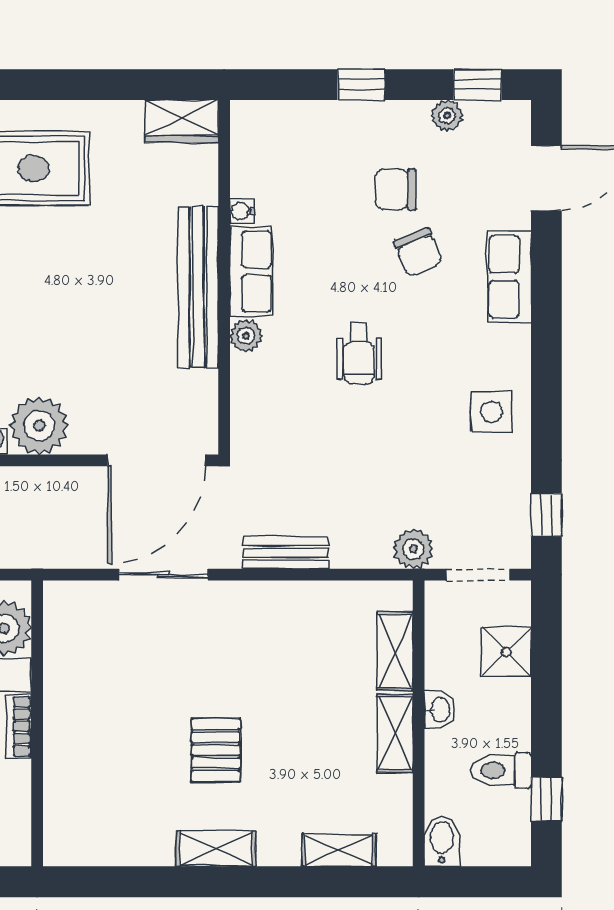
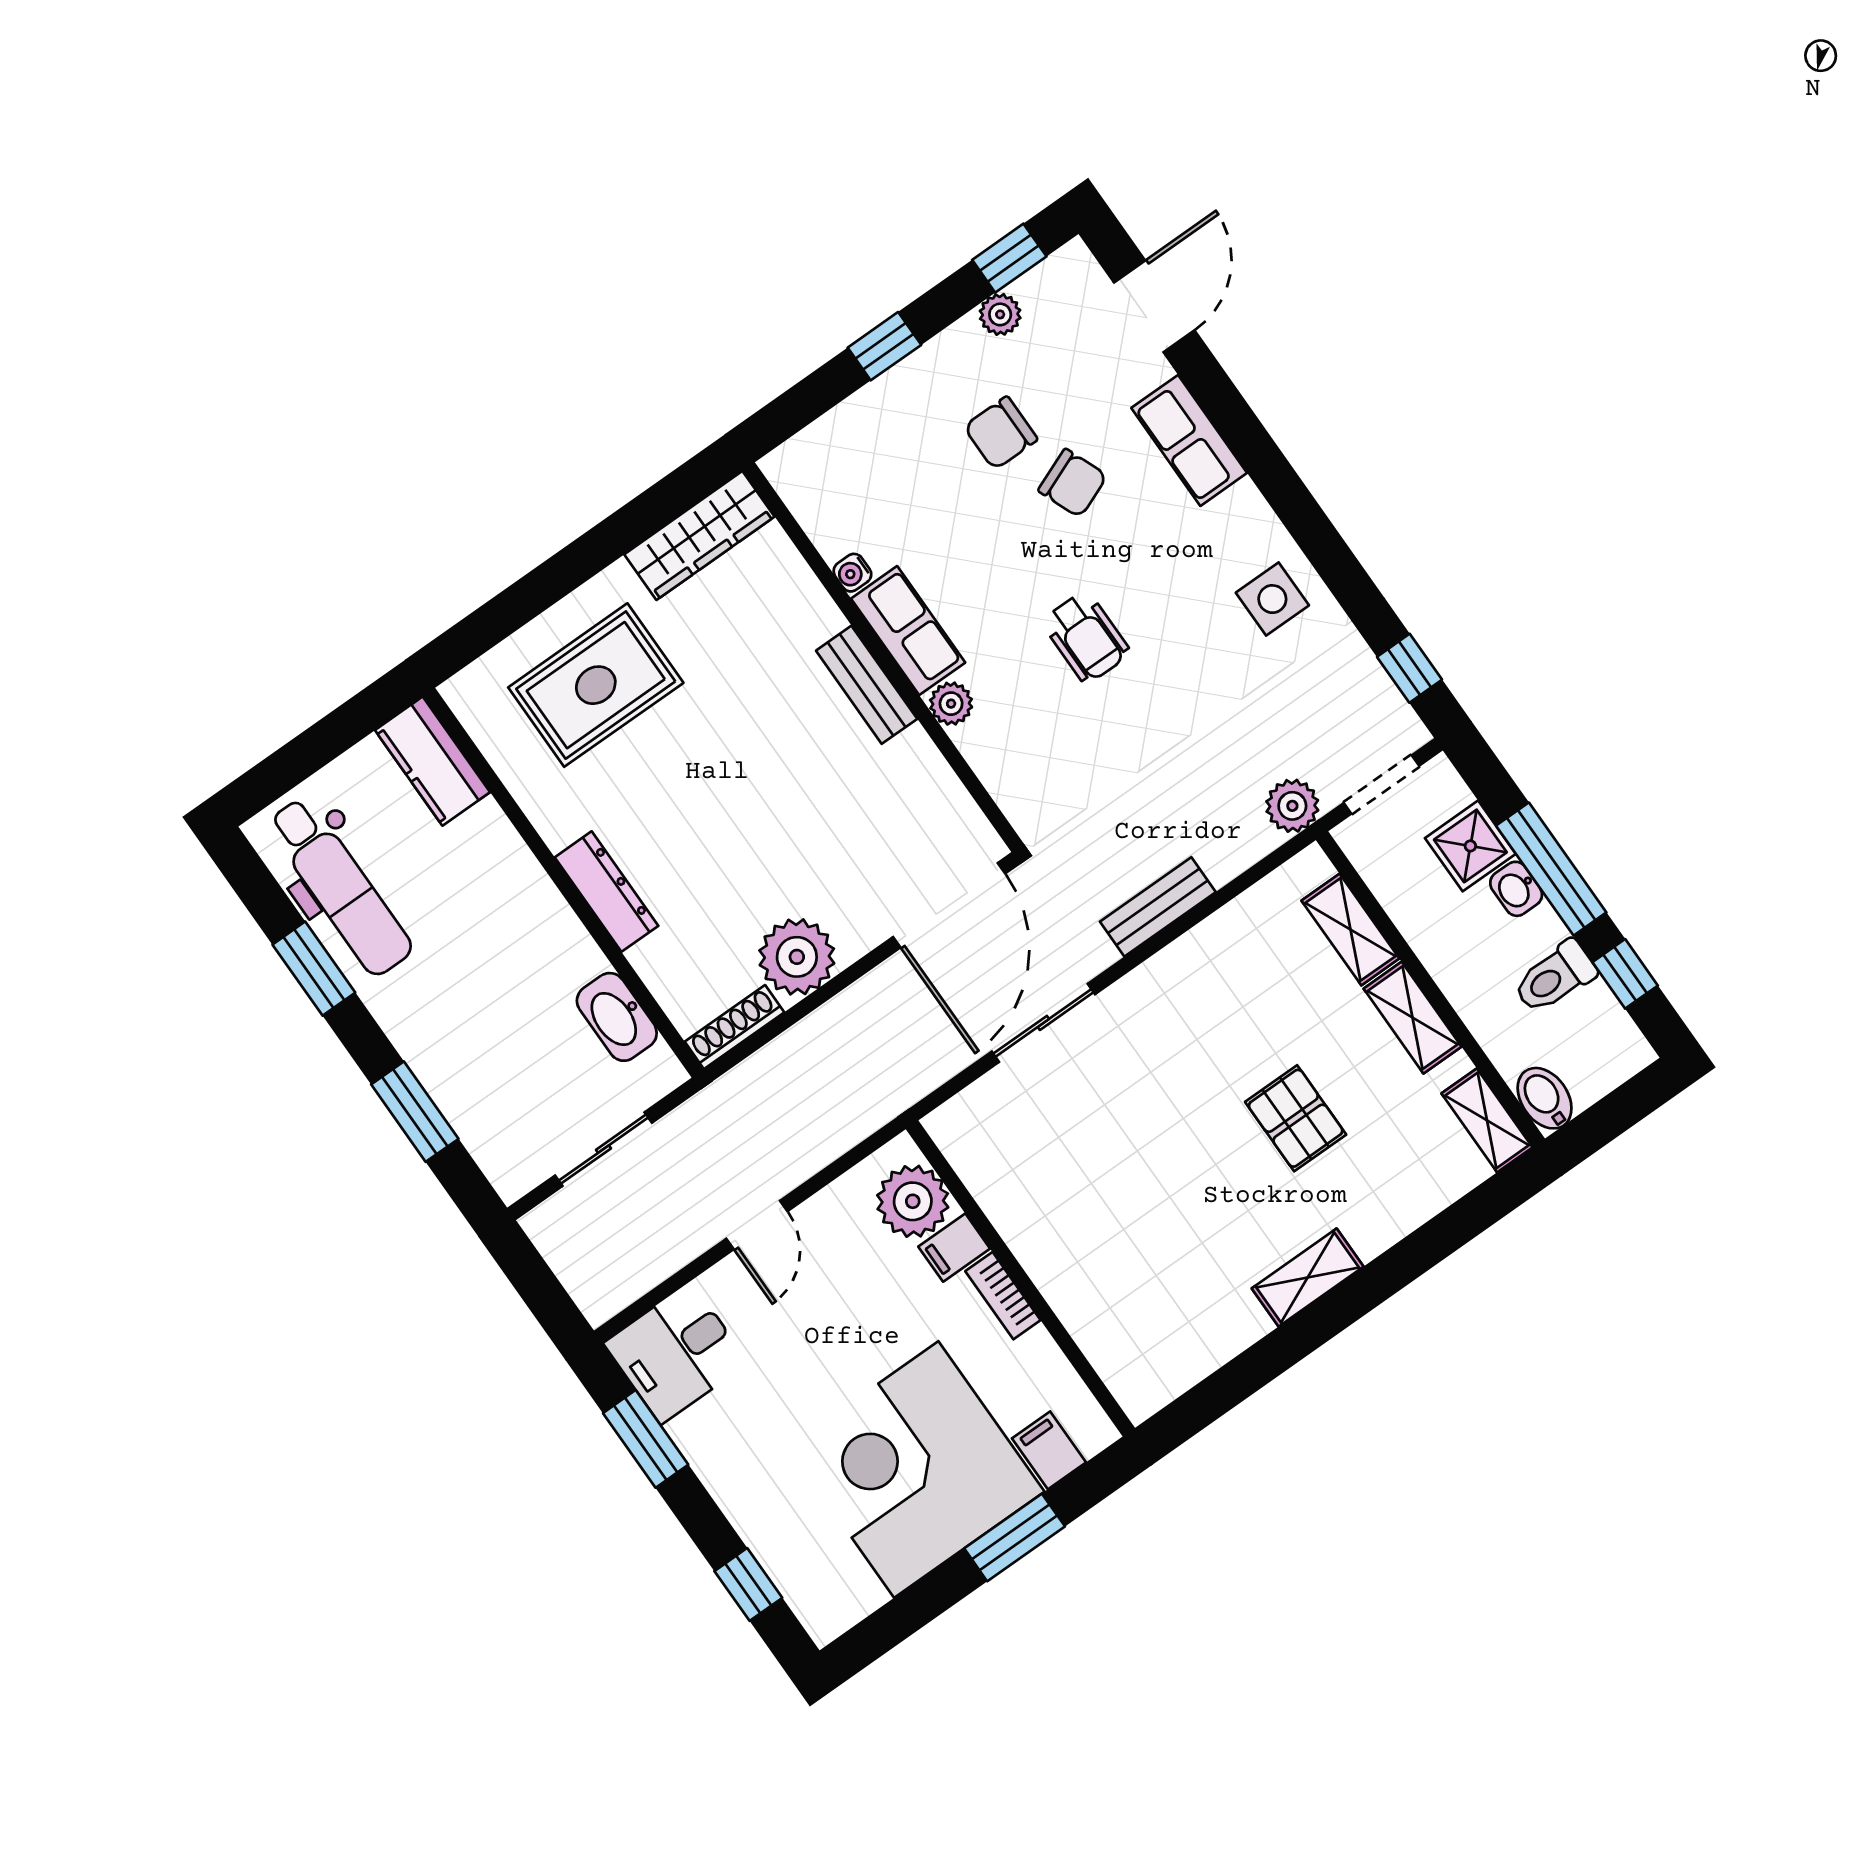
wardrobe: (182, 121) -> (699, 536), width x1.50
bench: (198, 287) -> (867, 685), width x0.54, depth x0.82
window: (546, 702) -> (1551, 869), added
washbasin: (440, 710) -> (1516, 889), moved, turned 180
pallet: (216, 750) -> (1296, 1118), moved
shelving: (339, 850) -> (1487, 1120), moved, turned 90

